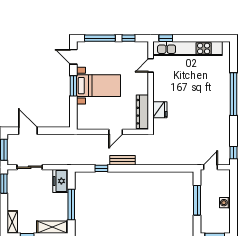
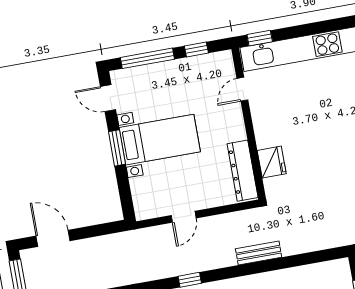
door: (116, 132) -> (184, 217), moved
bench: (122, 160) -> (259, 253), moved

